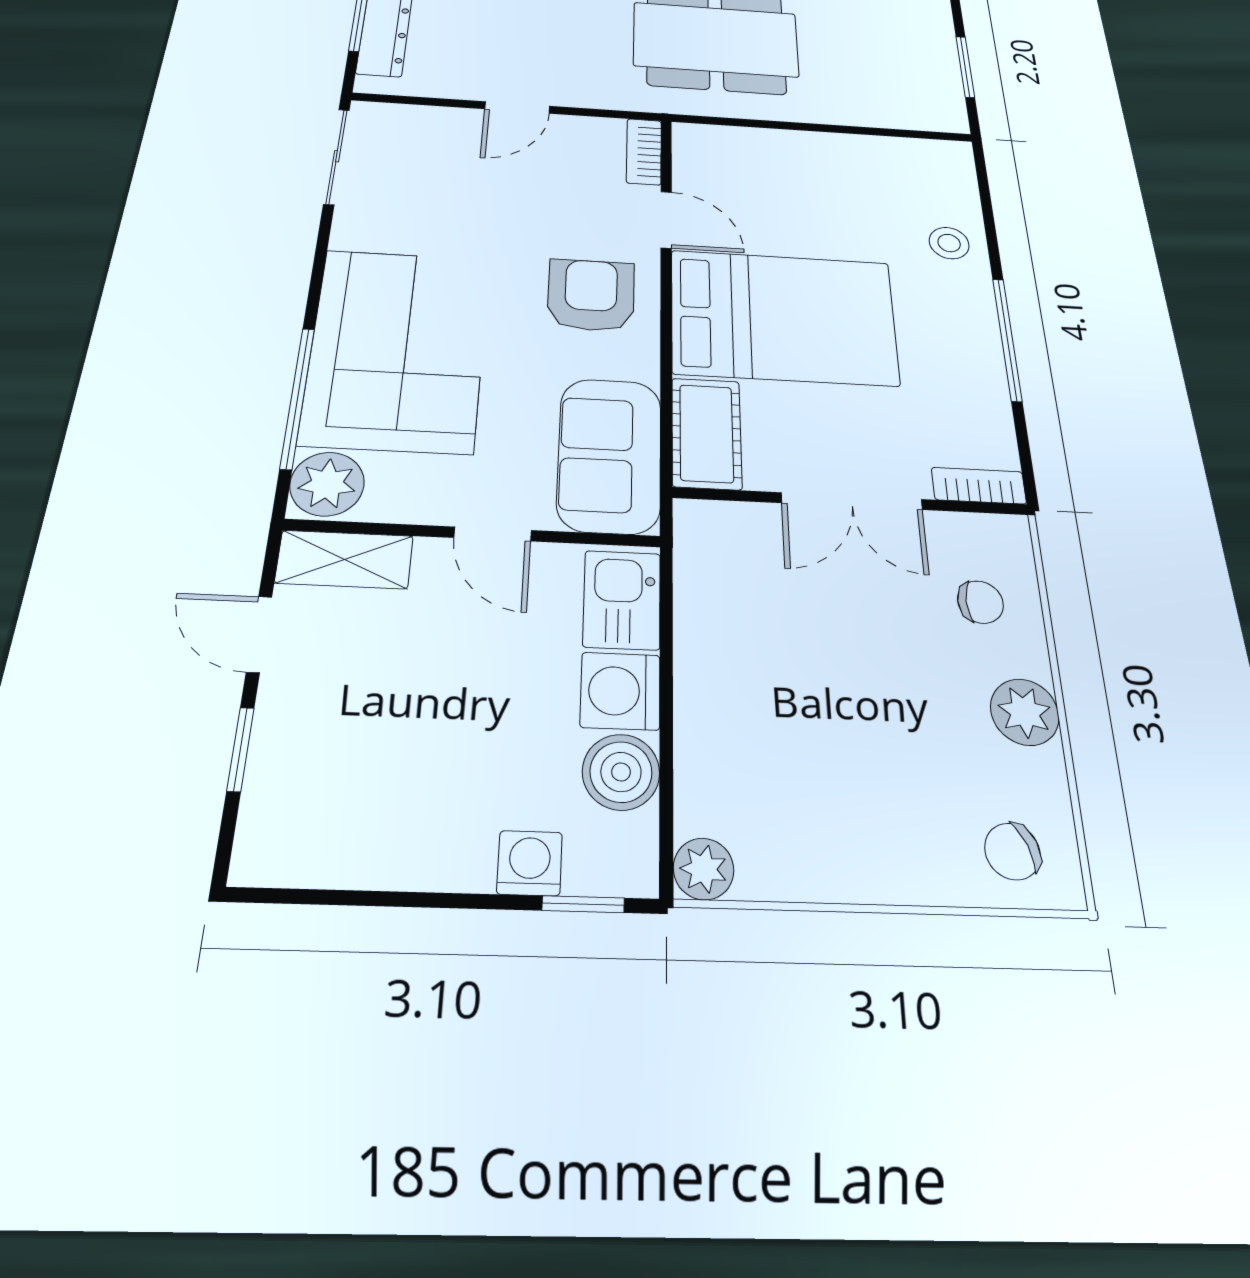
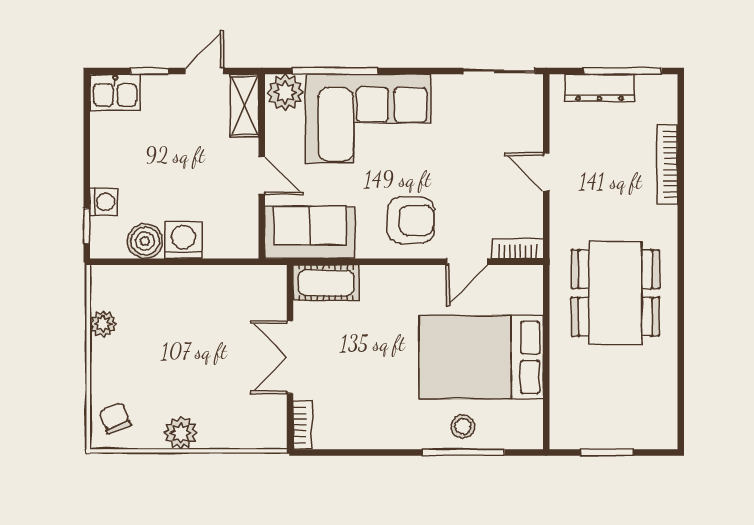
bed: (783, 317) -> (481, 357), moved, turned 90
window: (1007, 339) -> (463, 452), moved
door: (493, 534) -> (262, 176), swing flipped
kitchen sink: (622, 600) -> (115, 92), moved, turned 180
chair: (980, 602) -> (237, 418), removed
plant: (704, 869) -> (103, 324), moved

